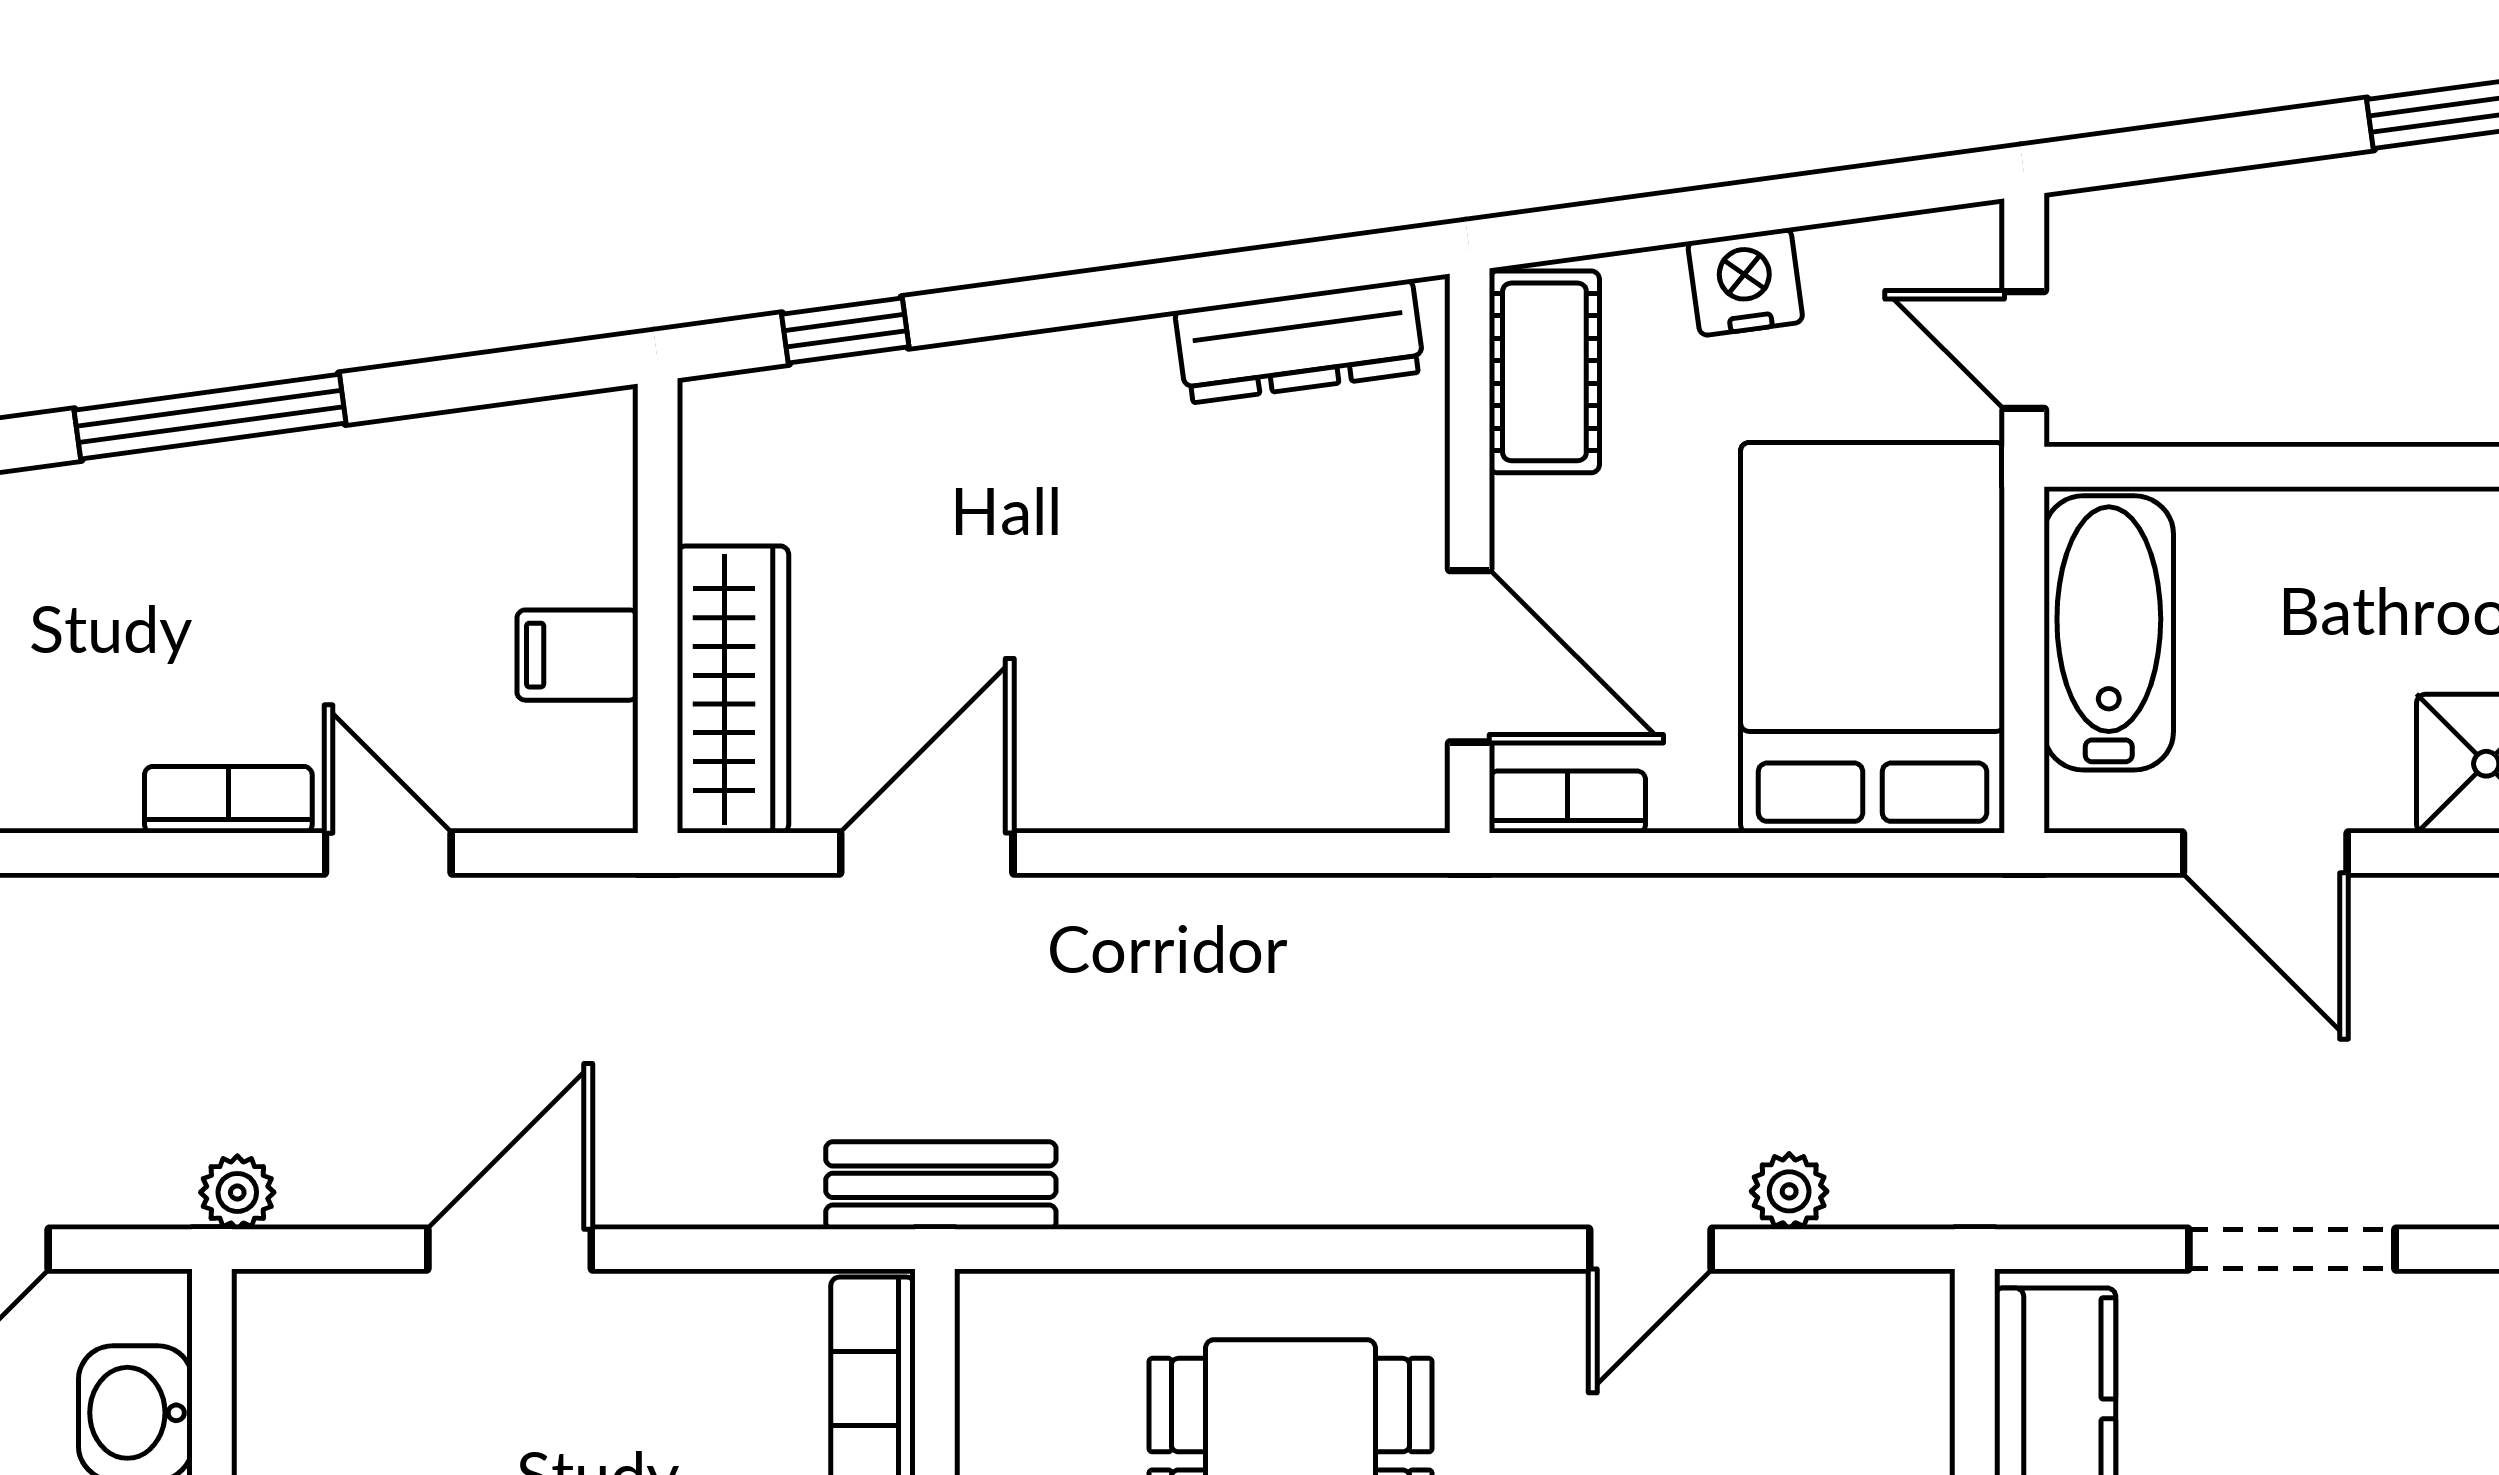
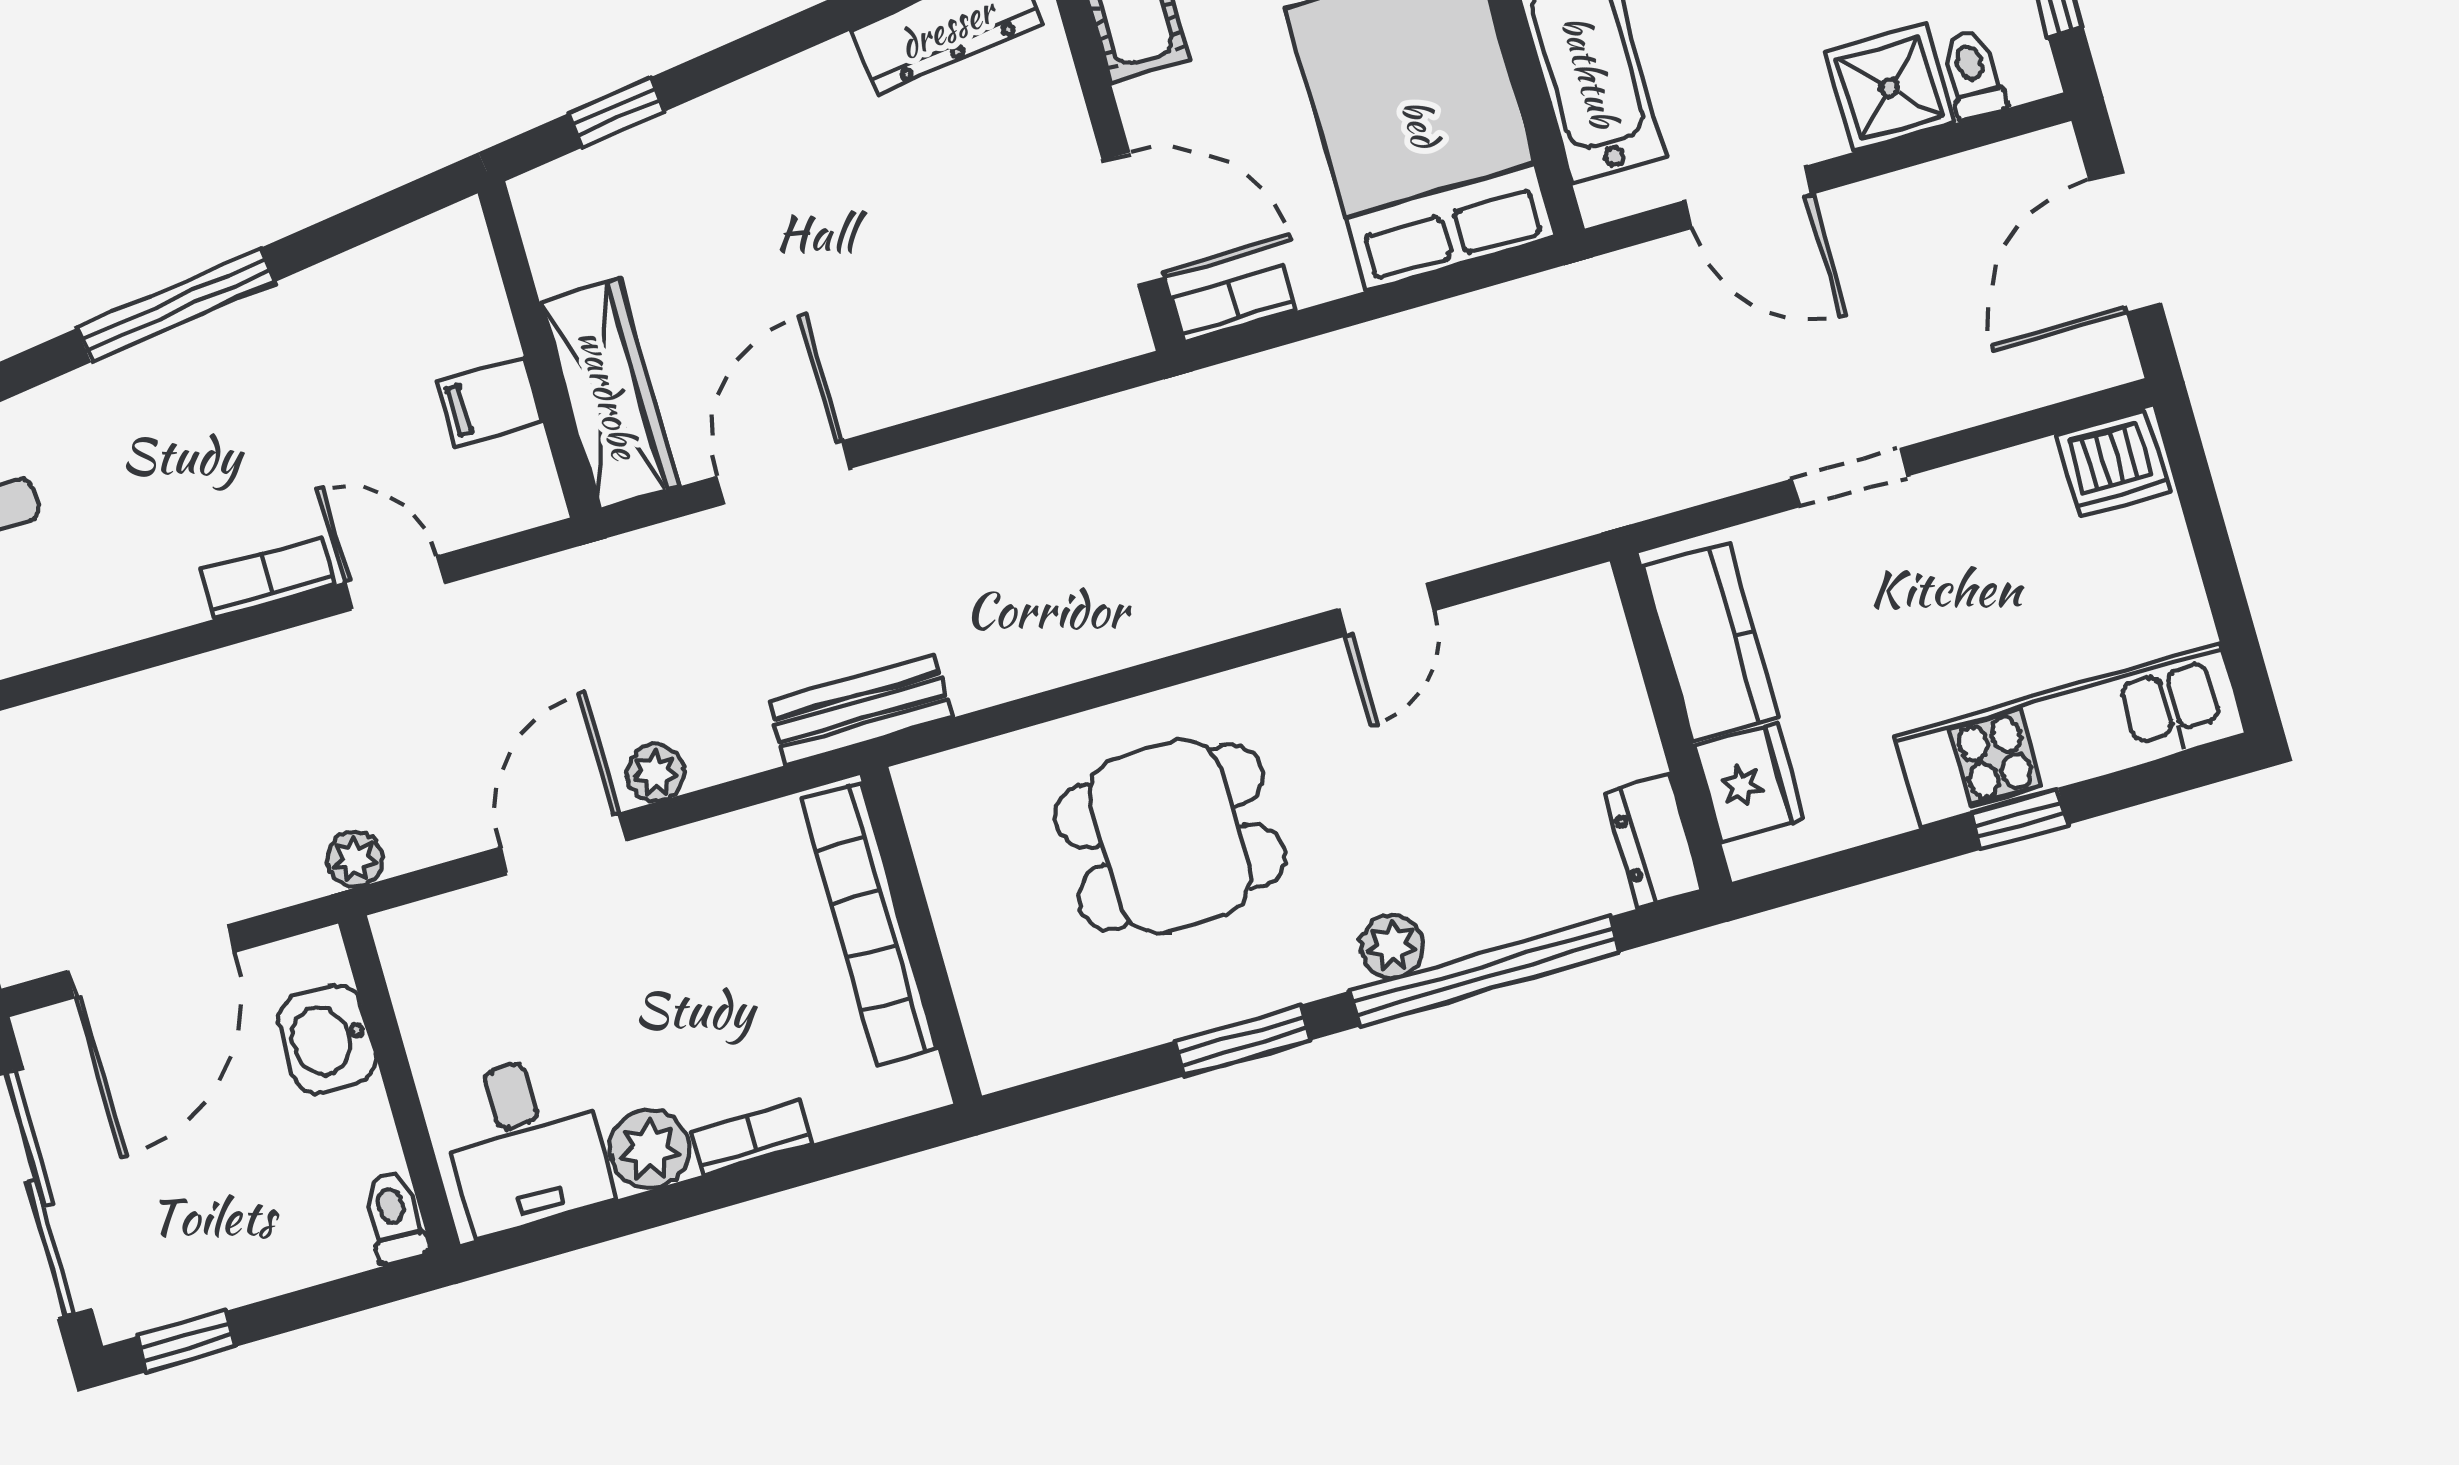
plant: (1789, 1191) -> (655, 773), moved
doorway: (2292, 1249) -> (1849, 478), width x0.73

